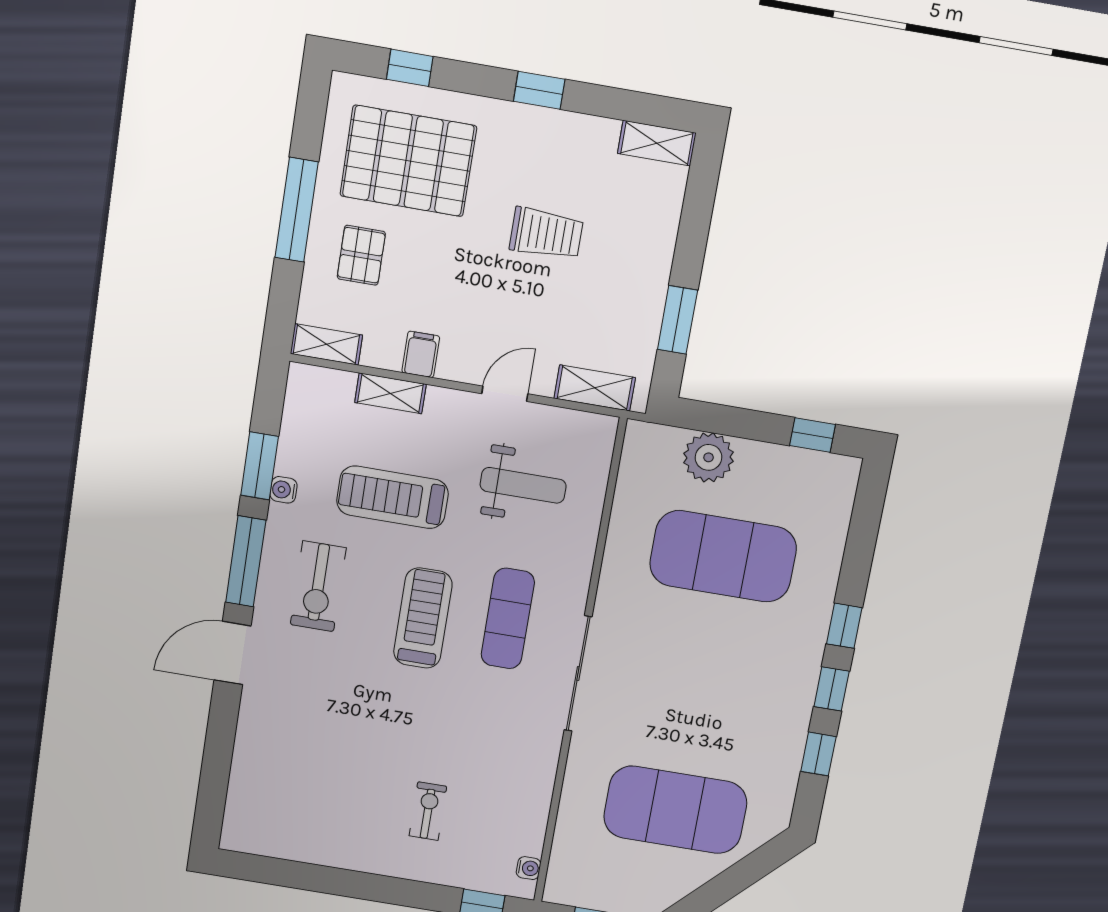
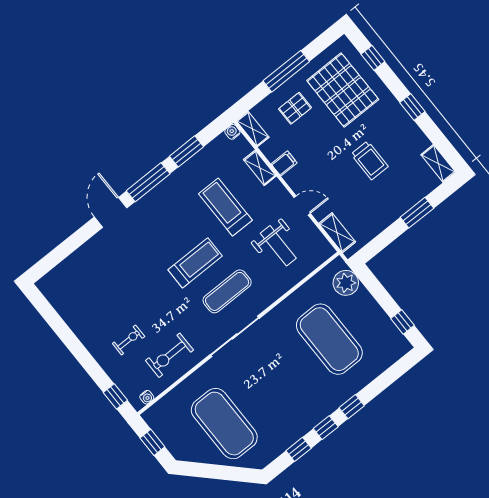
window: (678, 320) -> (417, 213), moved
plant: (709, 457) -> (346, 283), moved
water cooler: (284, 490) -> (232, 132), moved
exercise bike: (318, 586) -> (169, 355), moved
door: (232, 653) -> (111, 212), hinge flipped

